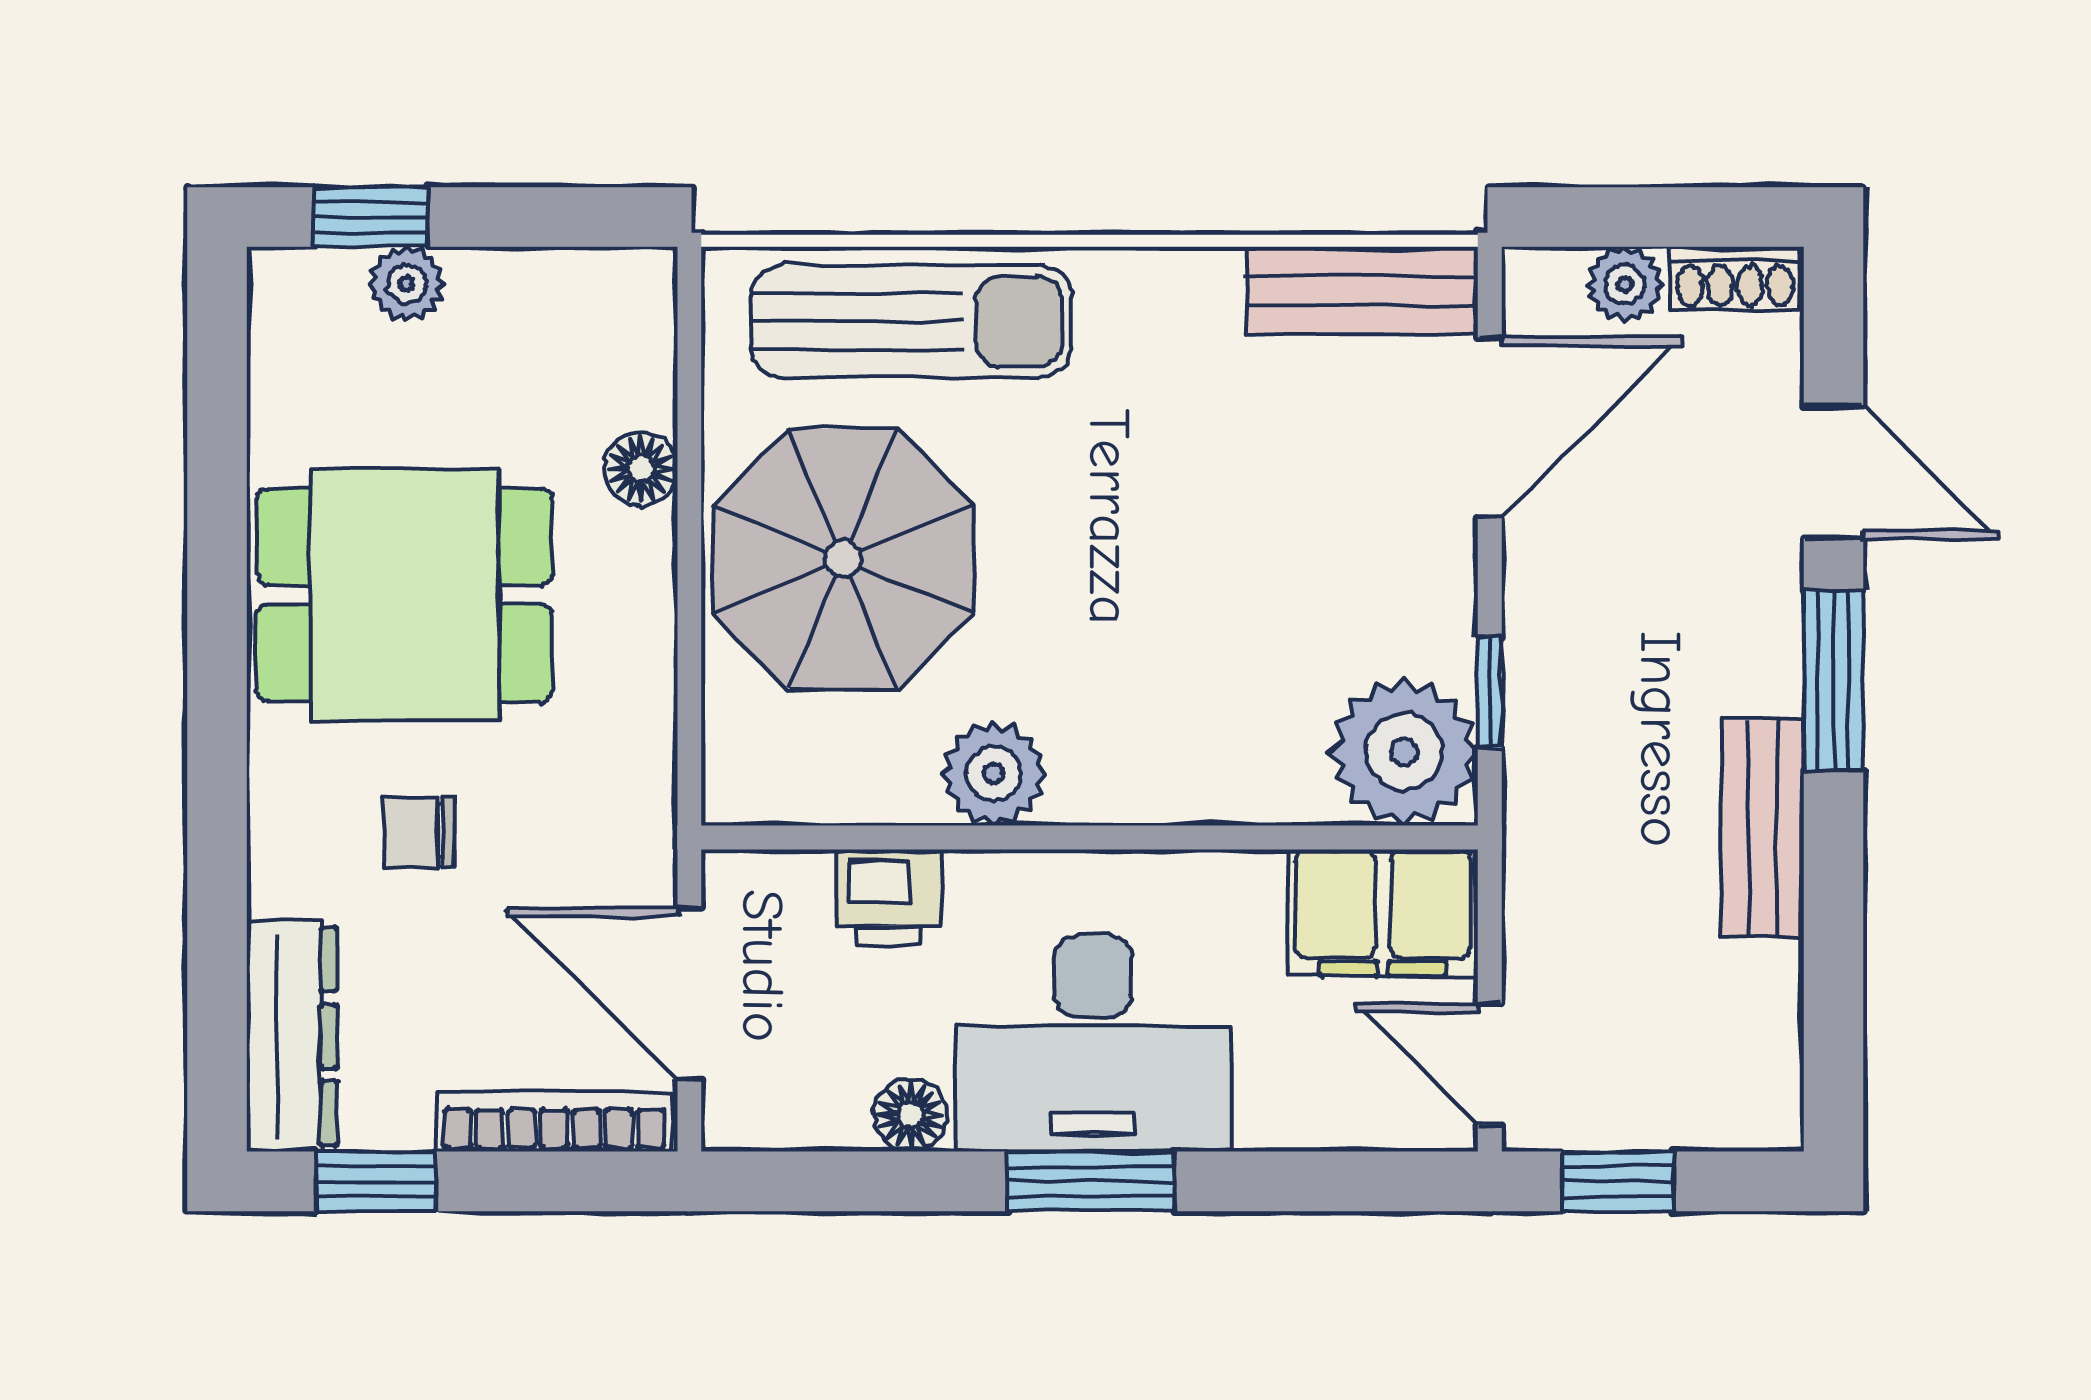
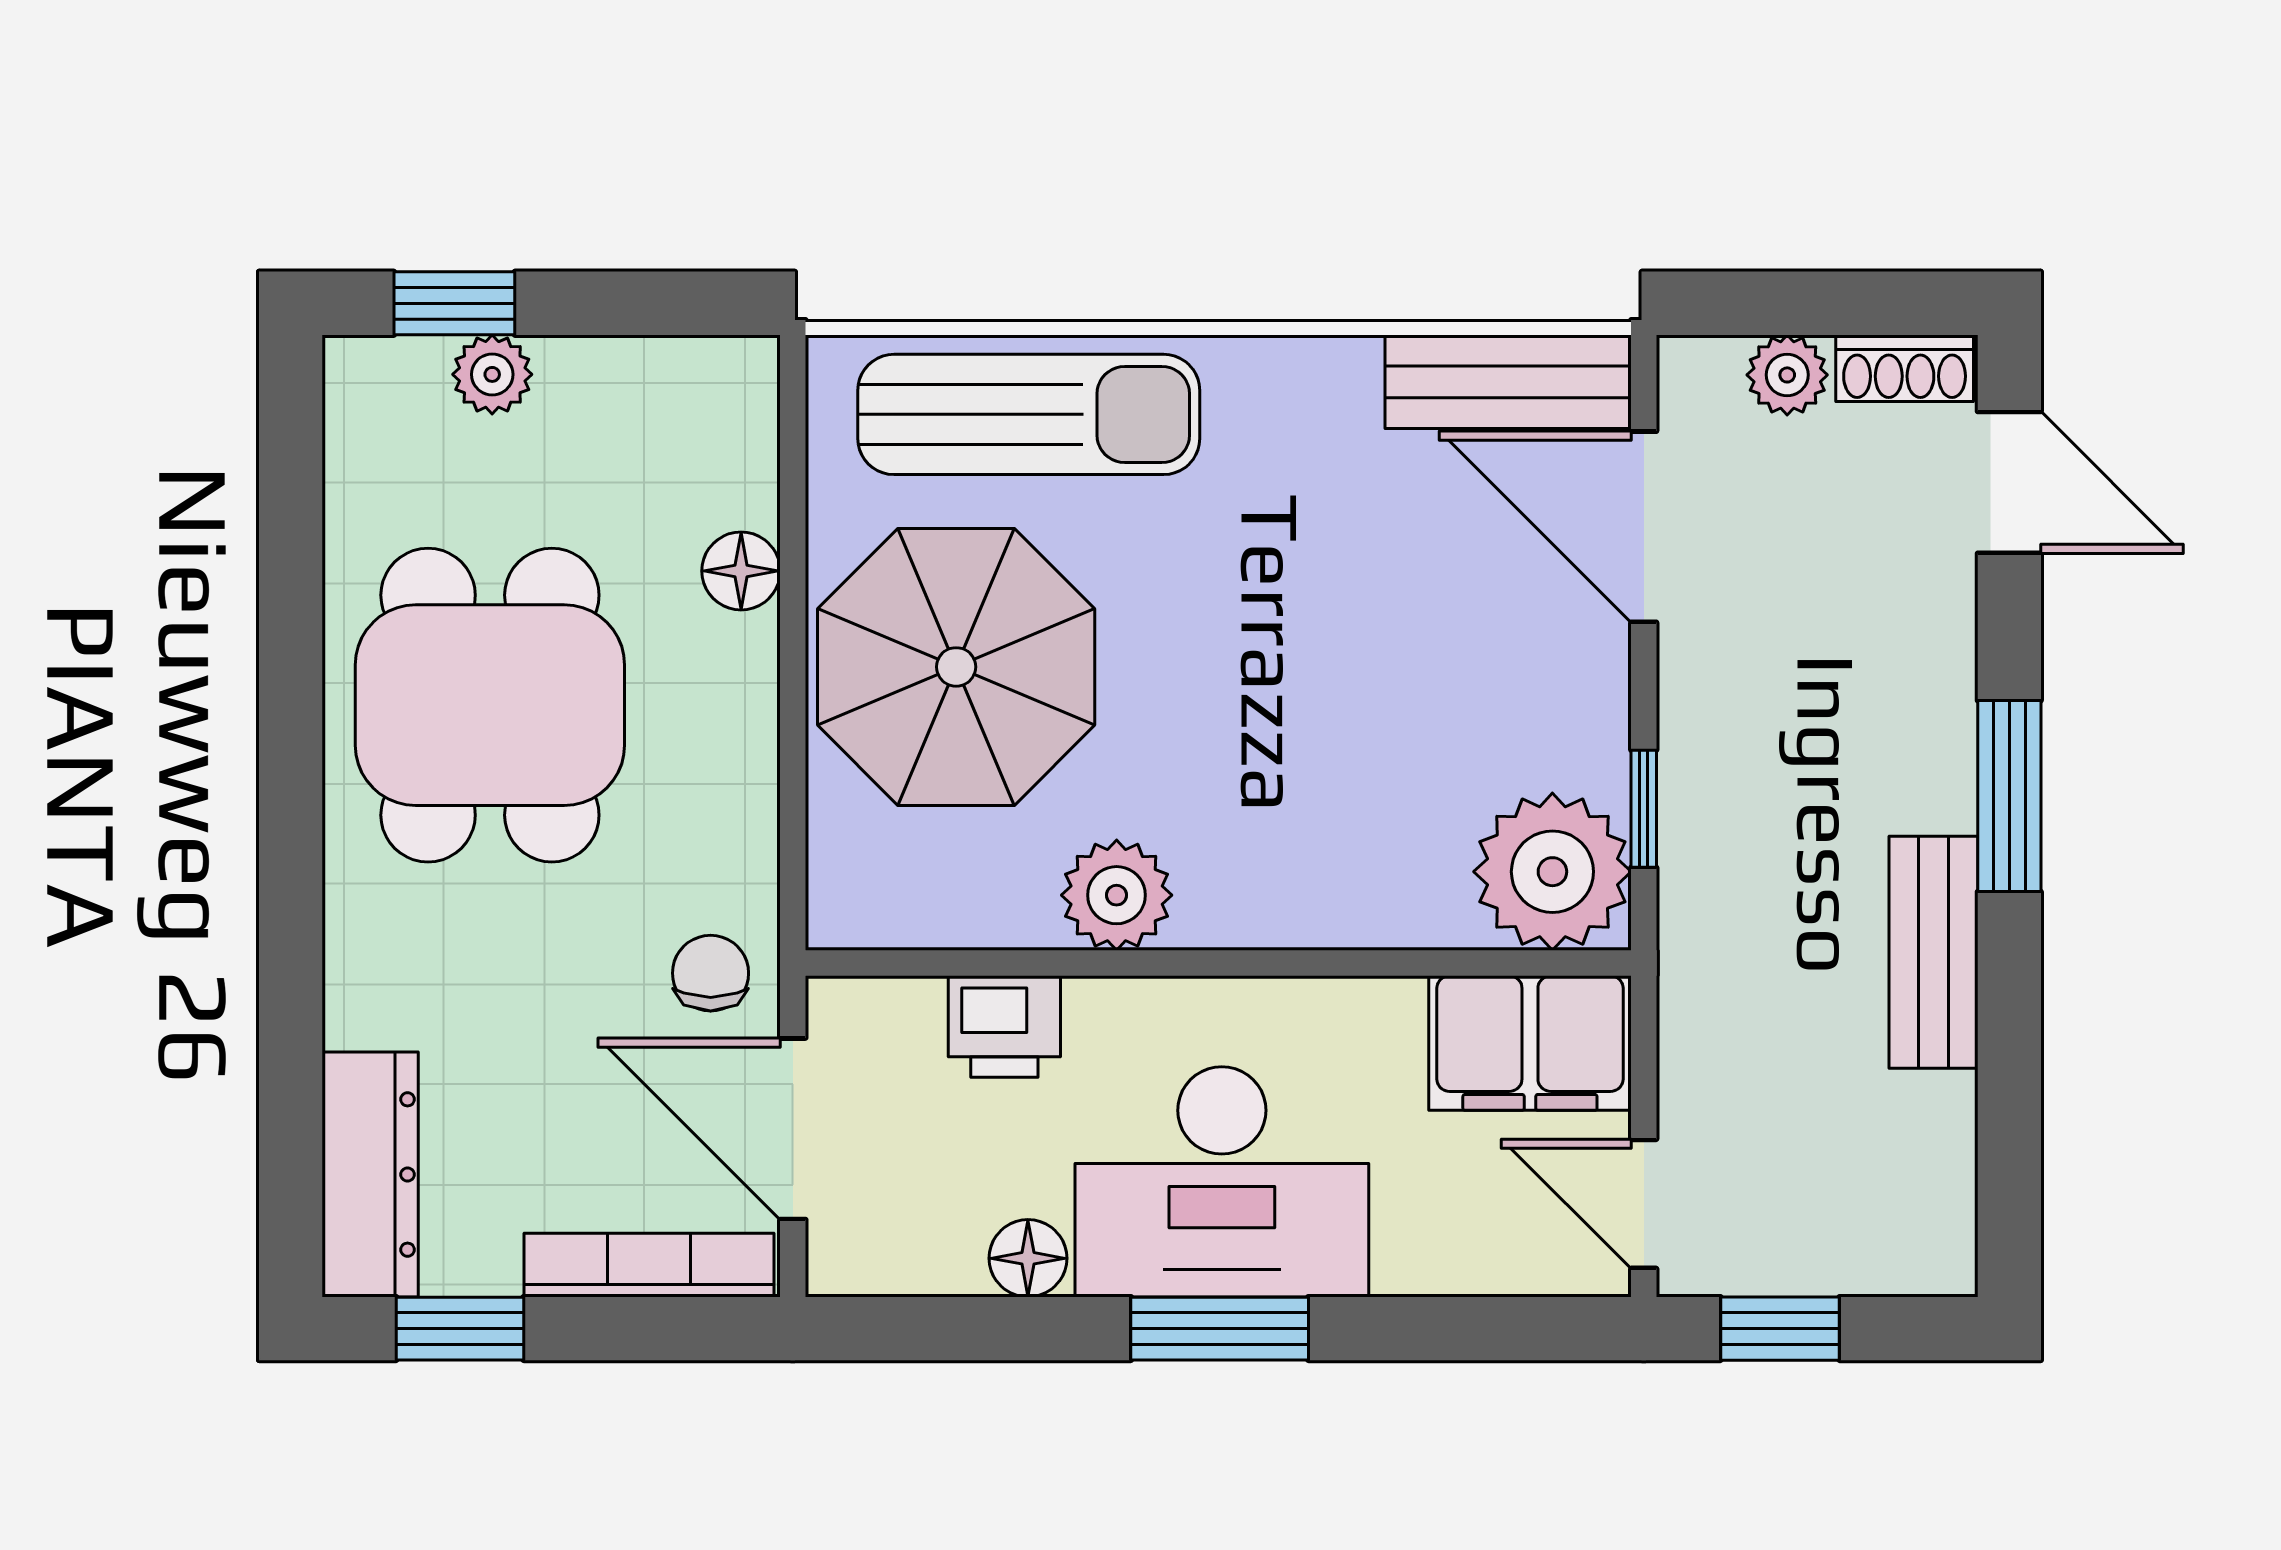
door: (1490, 427) -> (1644, 527), swing flipped
door: (1834, 472) -> (2009, 482), moved
dining table: (405, 595) -> (490, 705), turned 90
chair: (419, 832) -> (711, 973), moved, turned 90

